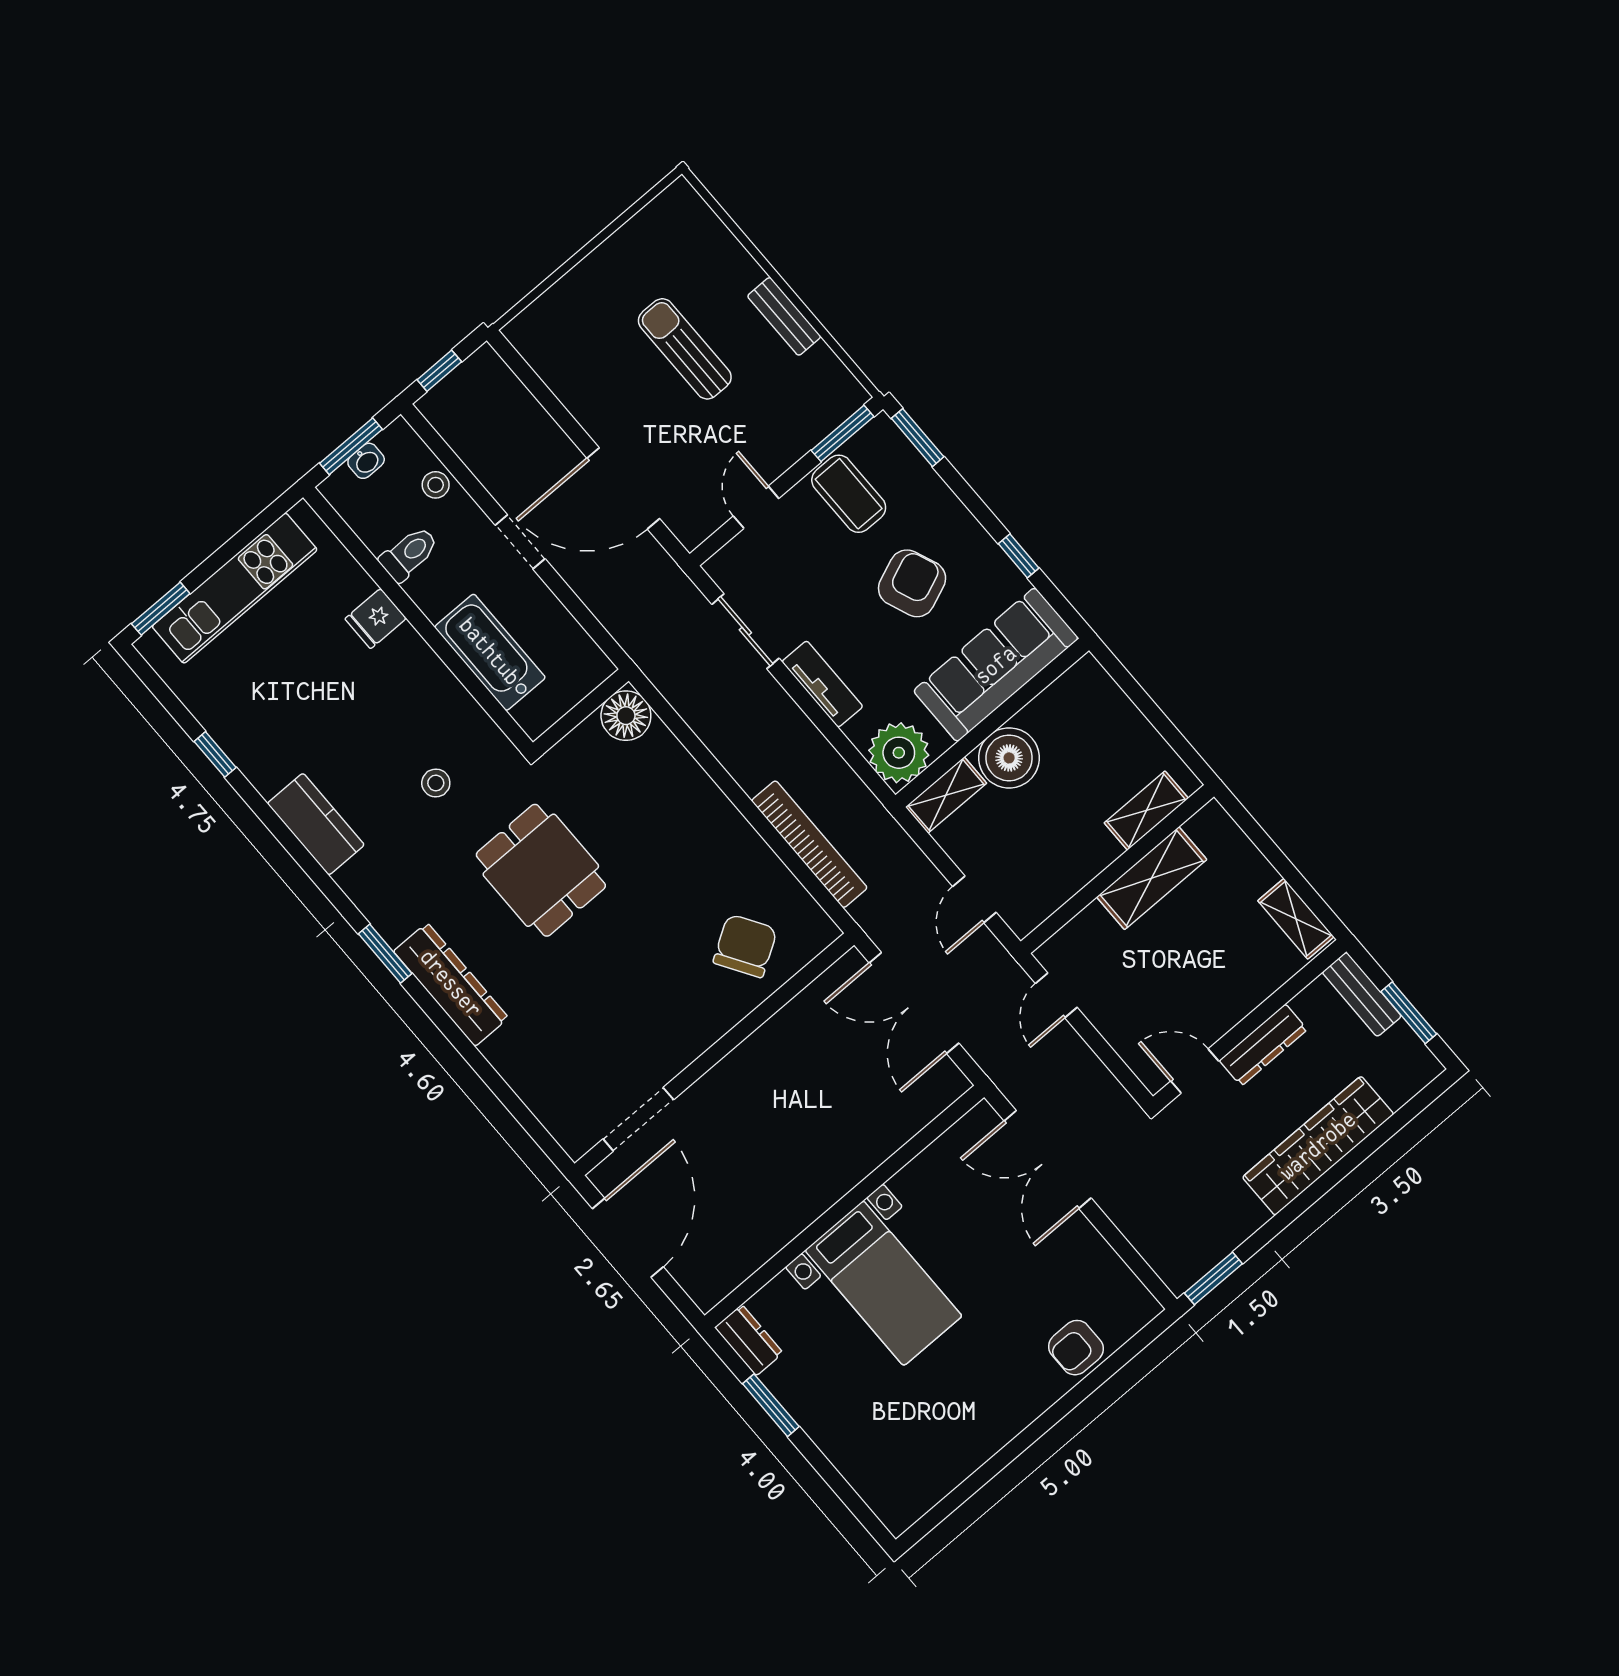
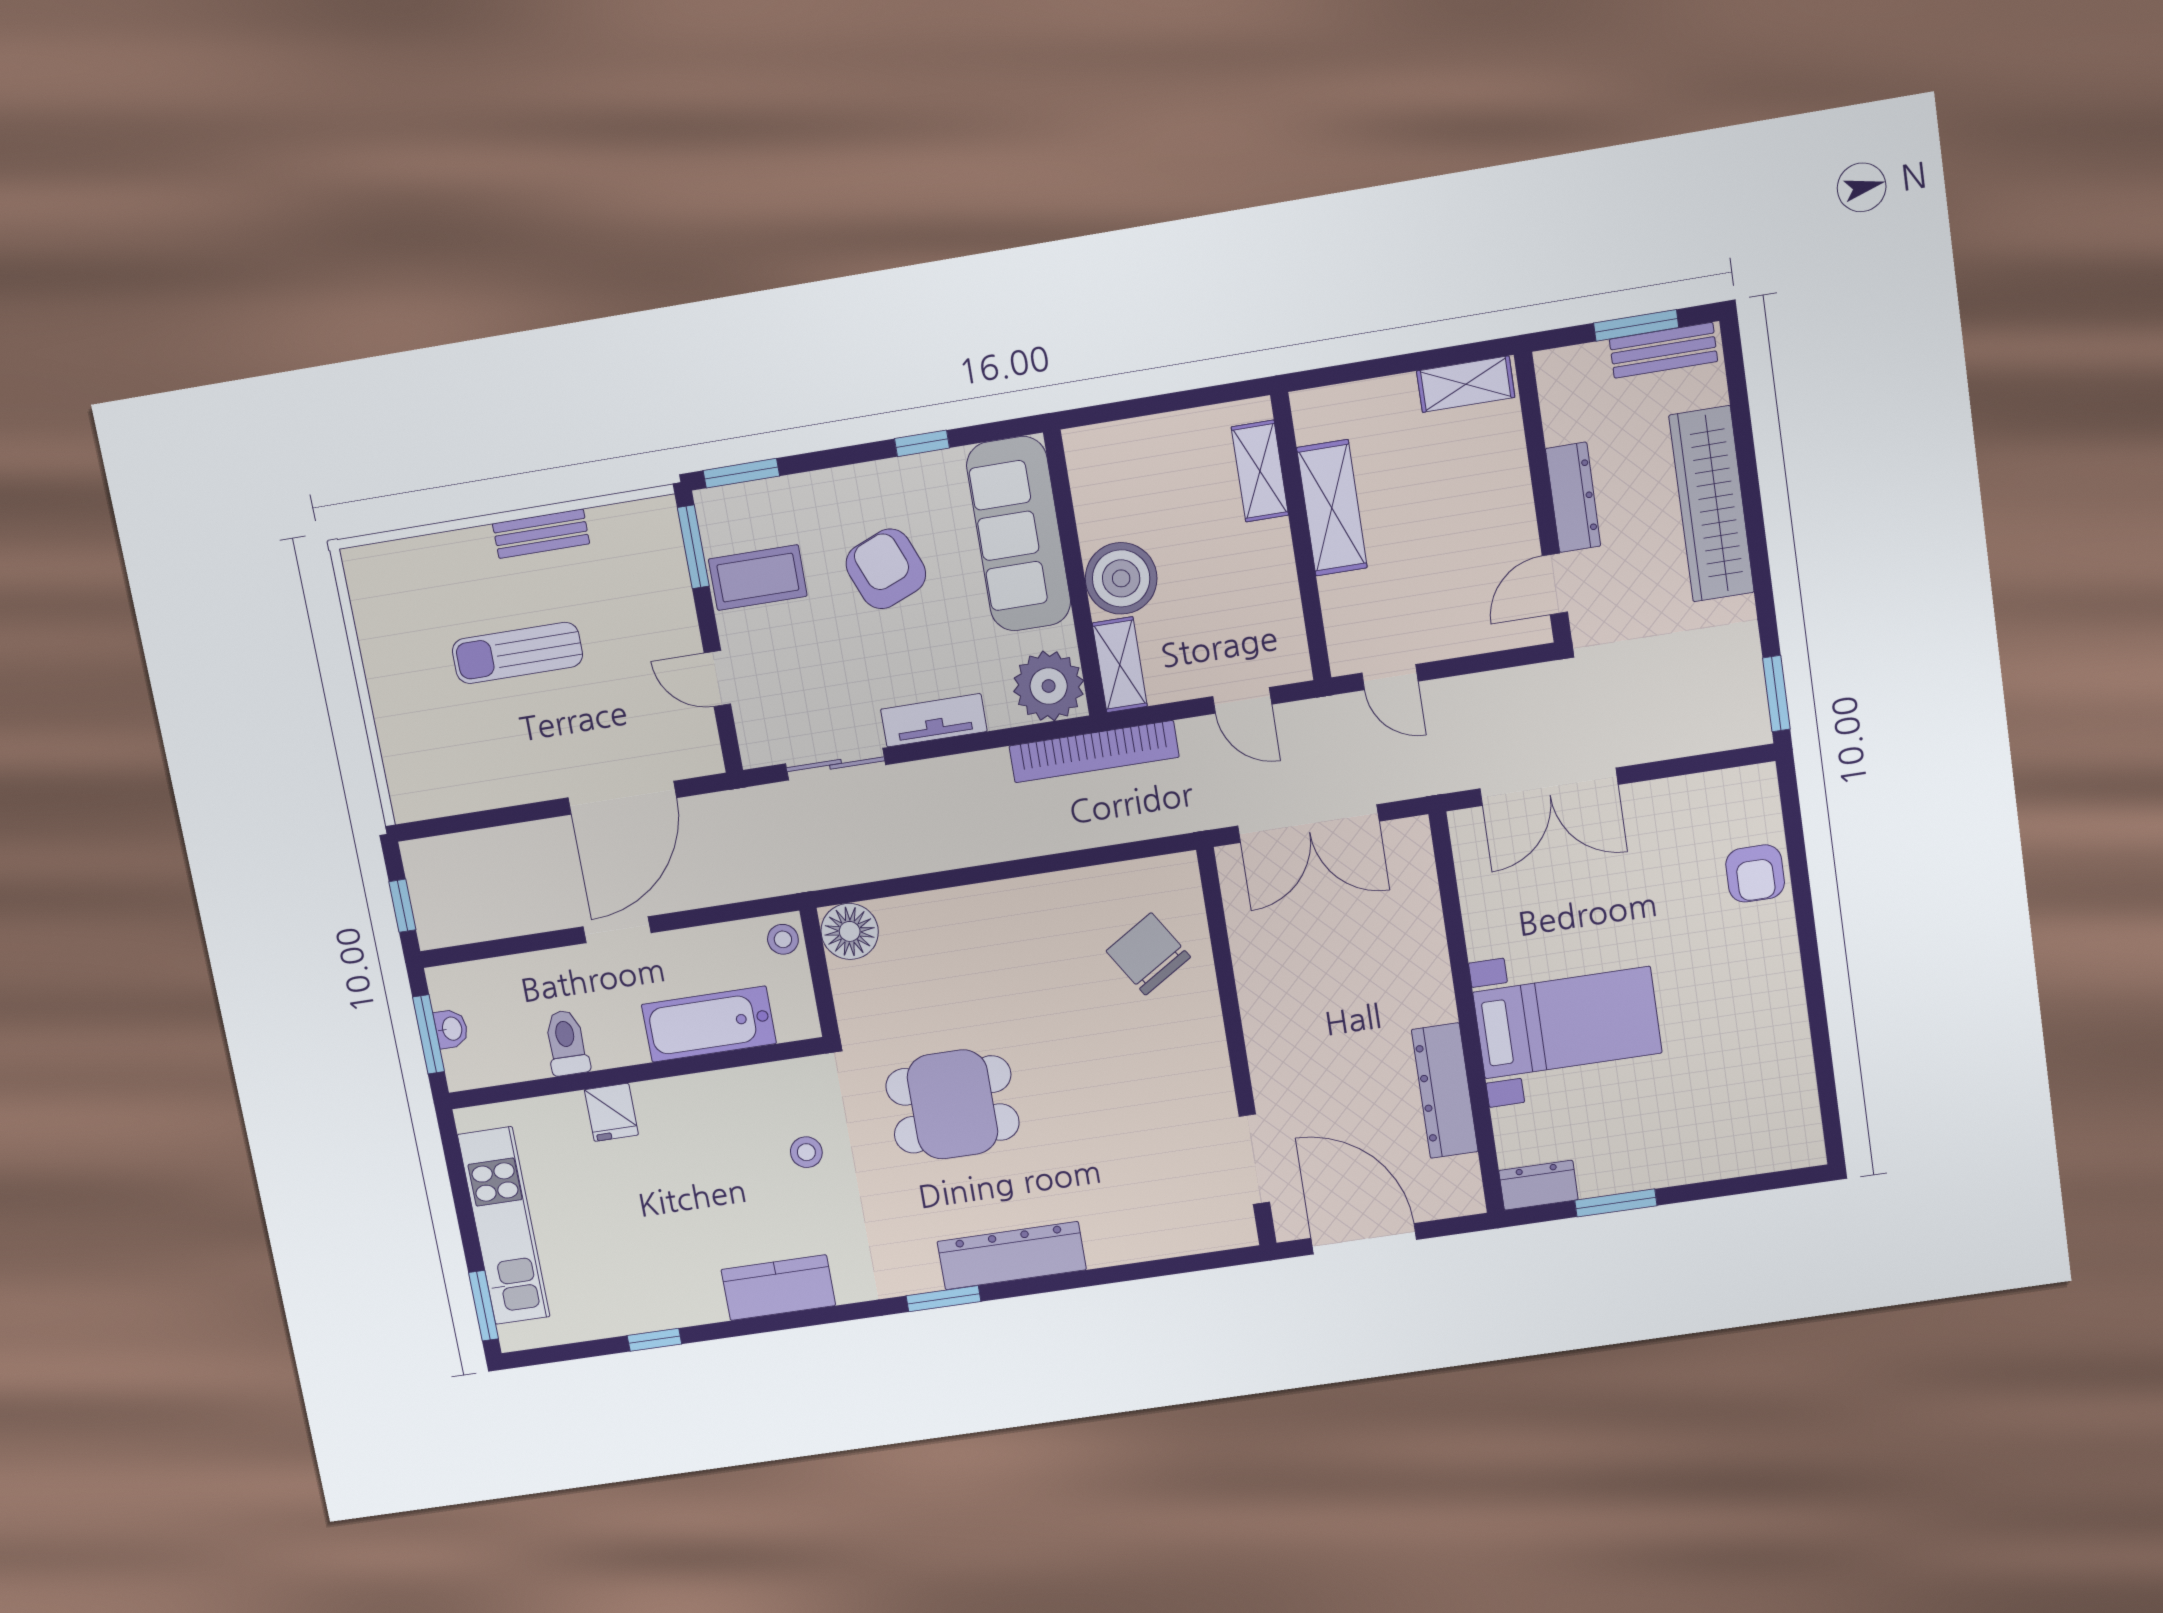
stool: (436, 485) -> (783, 939), moved
bookcase: (809, 844) -> (1094, 752), moved, turned 180
bench: (1362, 994) -> (1663, 350), moved
dresser: (777, 1226) -> (1445, 1091), added

